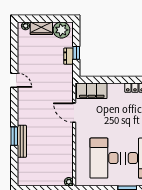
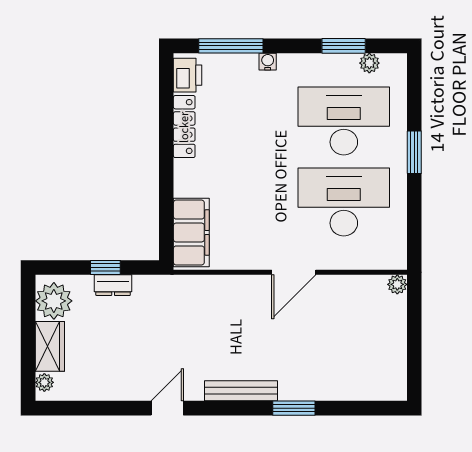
door: (74, 113) -> (294, 272), moved
bench: (22, 141) -> (241, 391), moved
desk: (105, 158) -> (344, 202), turned 180

